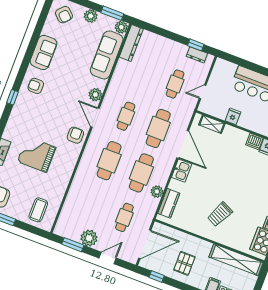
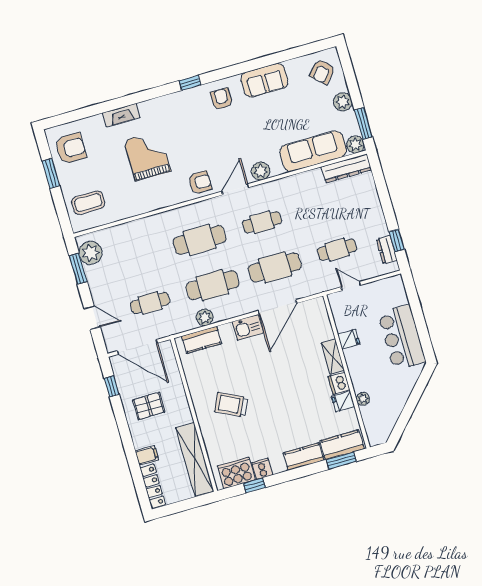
shelving: (212, 124) -> (333, 357), moved
plant: (89, 238) -> (91, 253), moved

